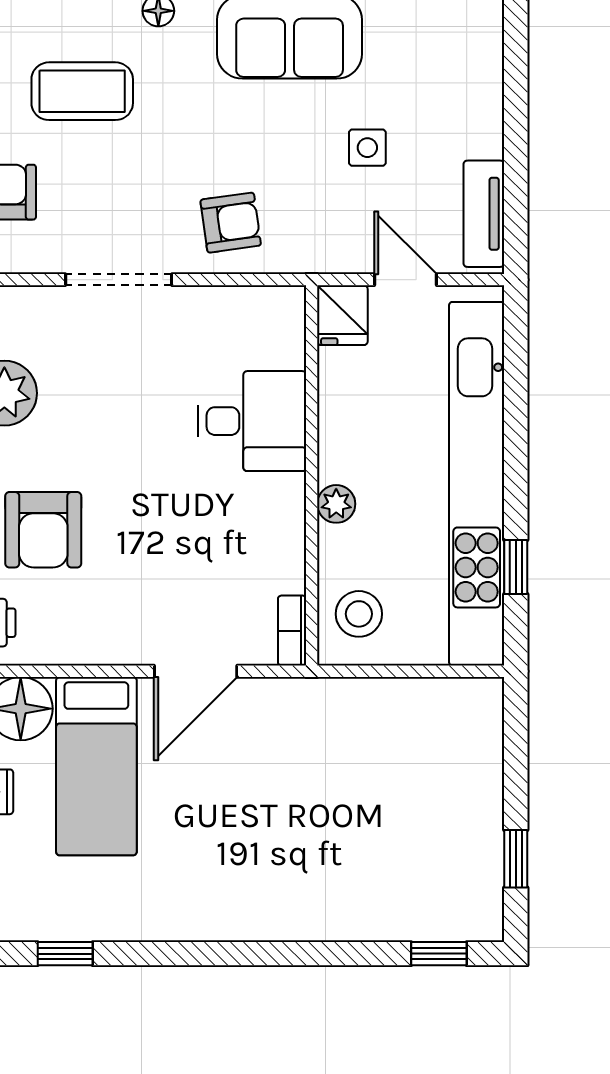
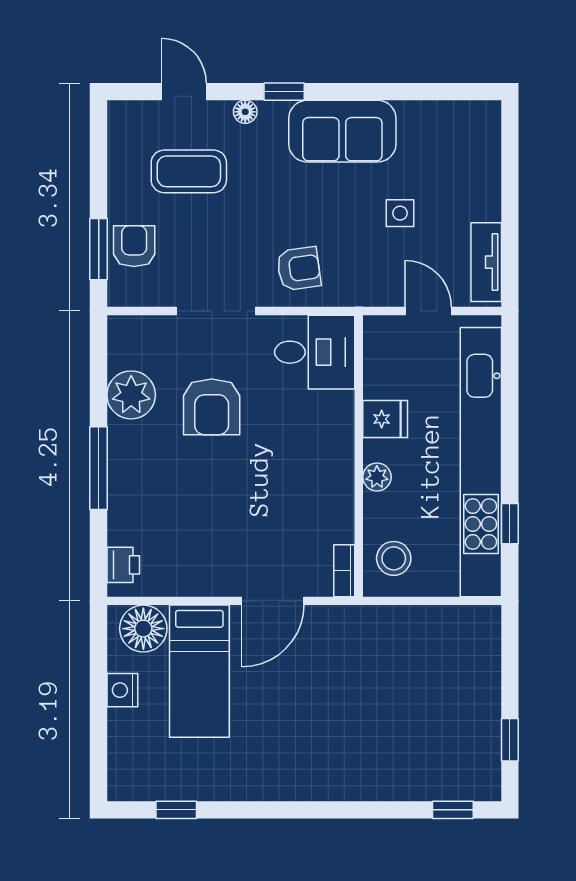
fridge: (342, 315) -> (385, 419), moved, turned -90
desk: (252, 421) -> (315, 352), moved
armchair: (43, 530) -> (212, 407), moved

